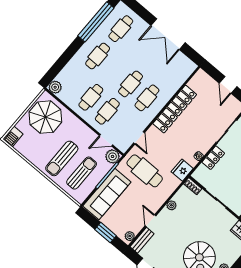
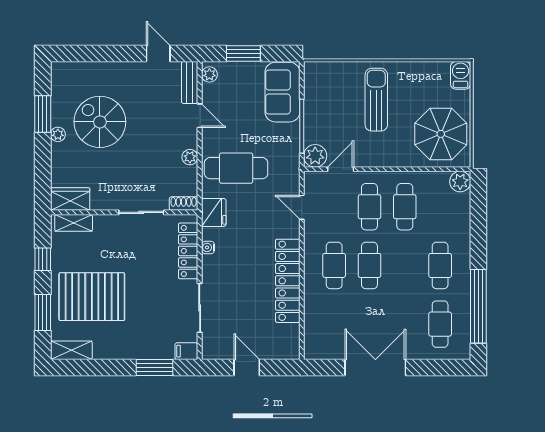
locker: (213, 158) -> (188, 251), width x1.53
cafe table: (145, 171) -> (236, 168), moved
sun lounger: (82, 173) -> (336, 102), removed
sofa: (107, 194) -> (282, 92), width x0.73

